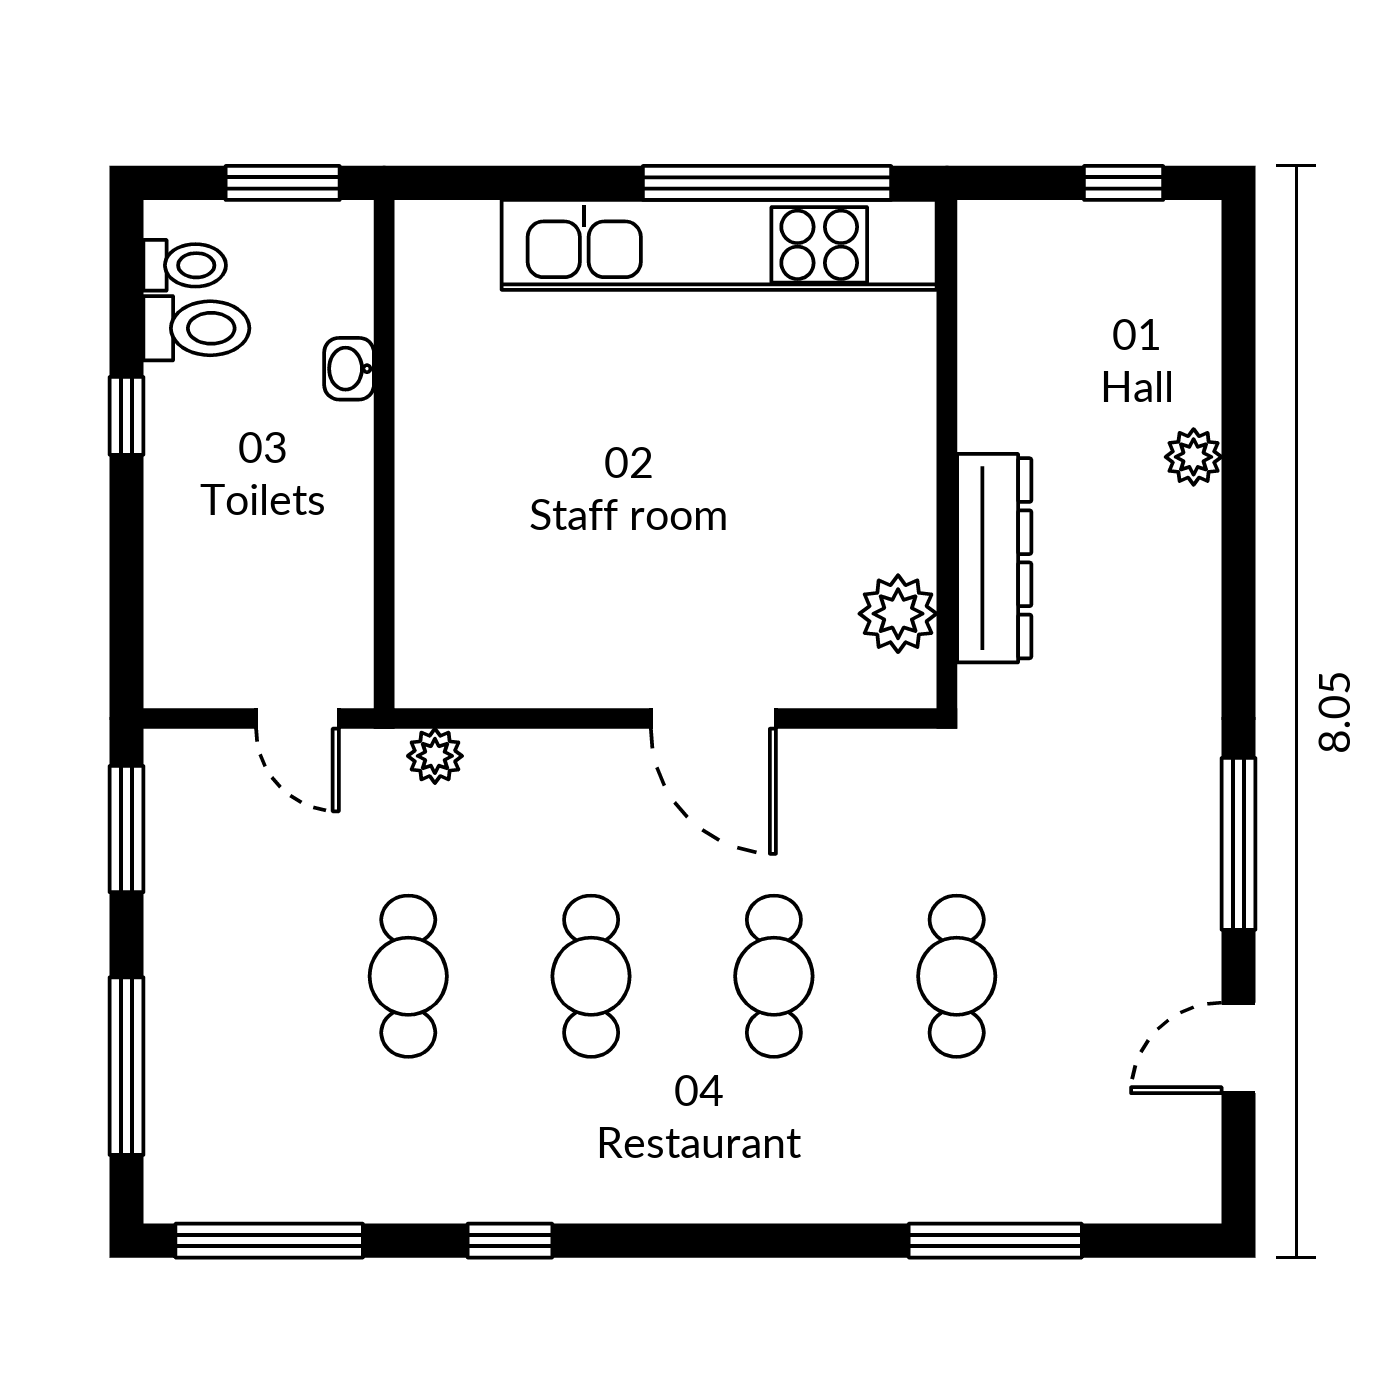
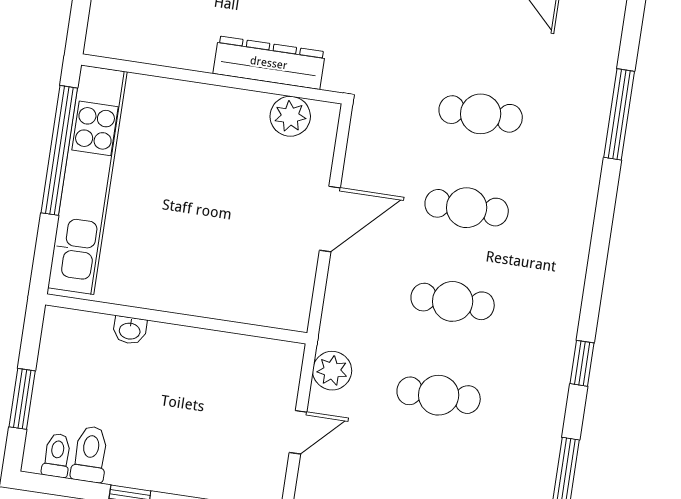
washbasin: (349, 369) -> (130, 330), moved
wall: (384, 454) -> (176, 319), moved
plant: (435, 756) -> (332, 371), width x1.38, depth x1.38

